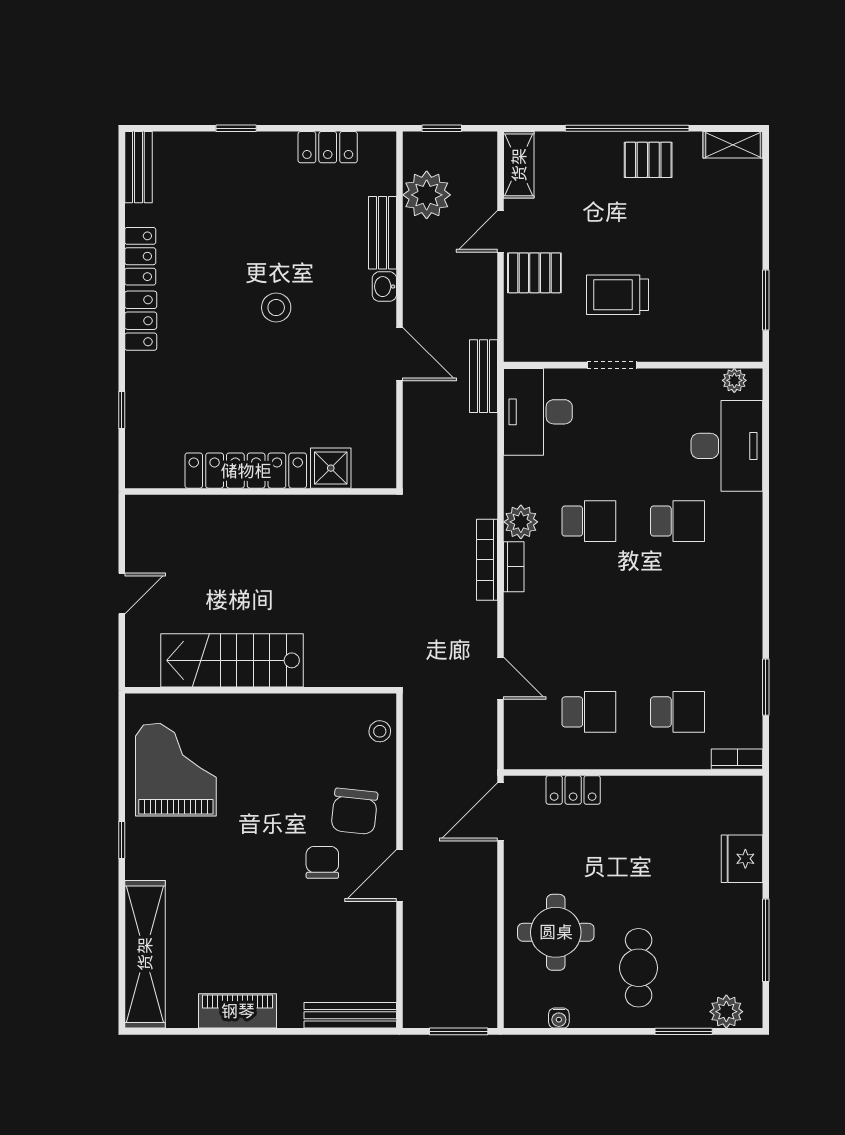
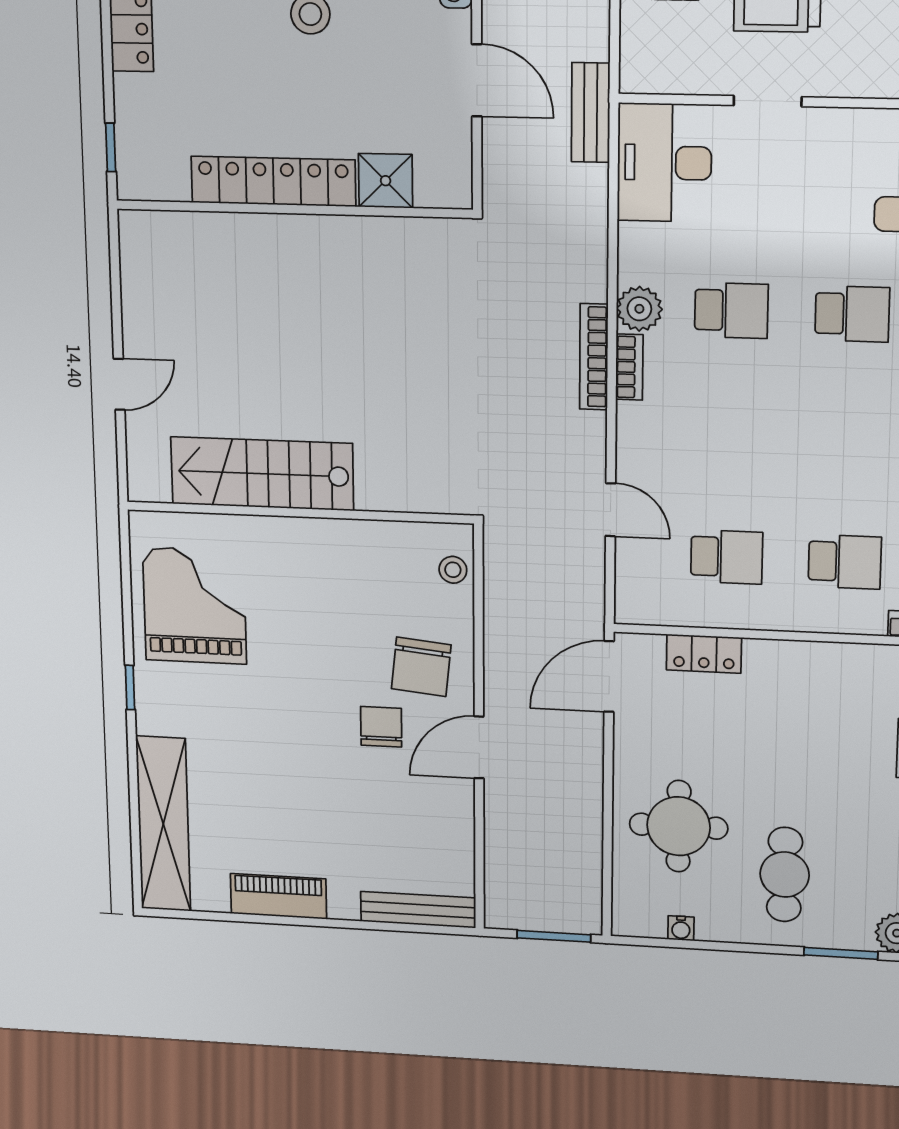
shower: (331, 468) -> (386, 181), moved
locker: (246, 471) -> (273, 181), moved
wall: (261, 491) -> (293, 209), moved

